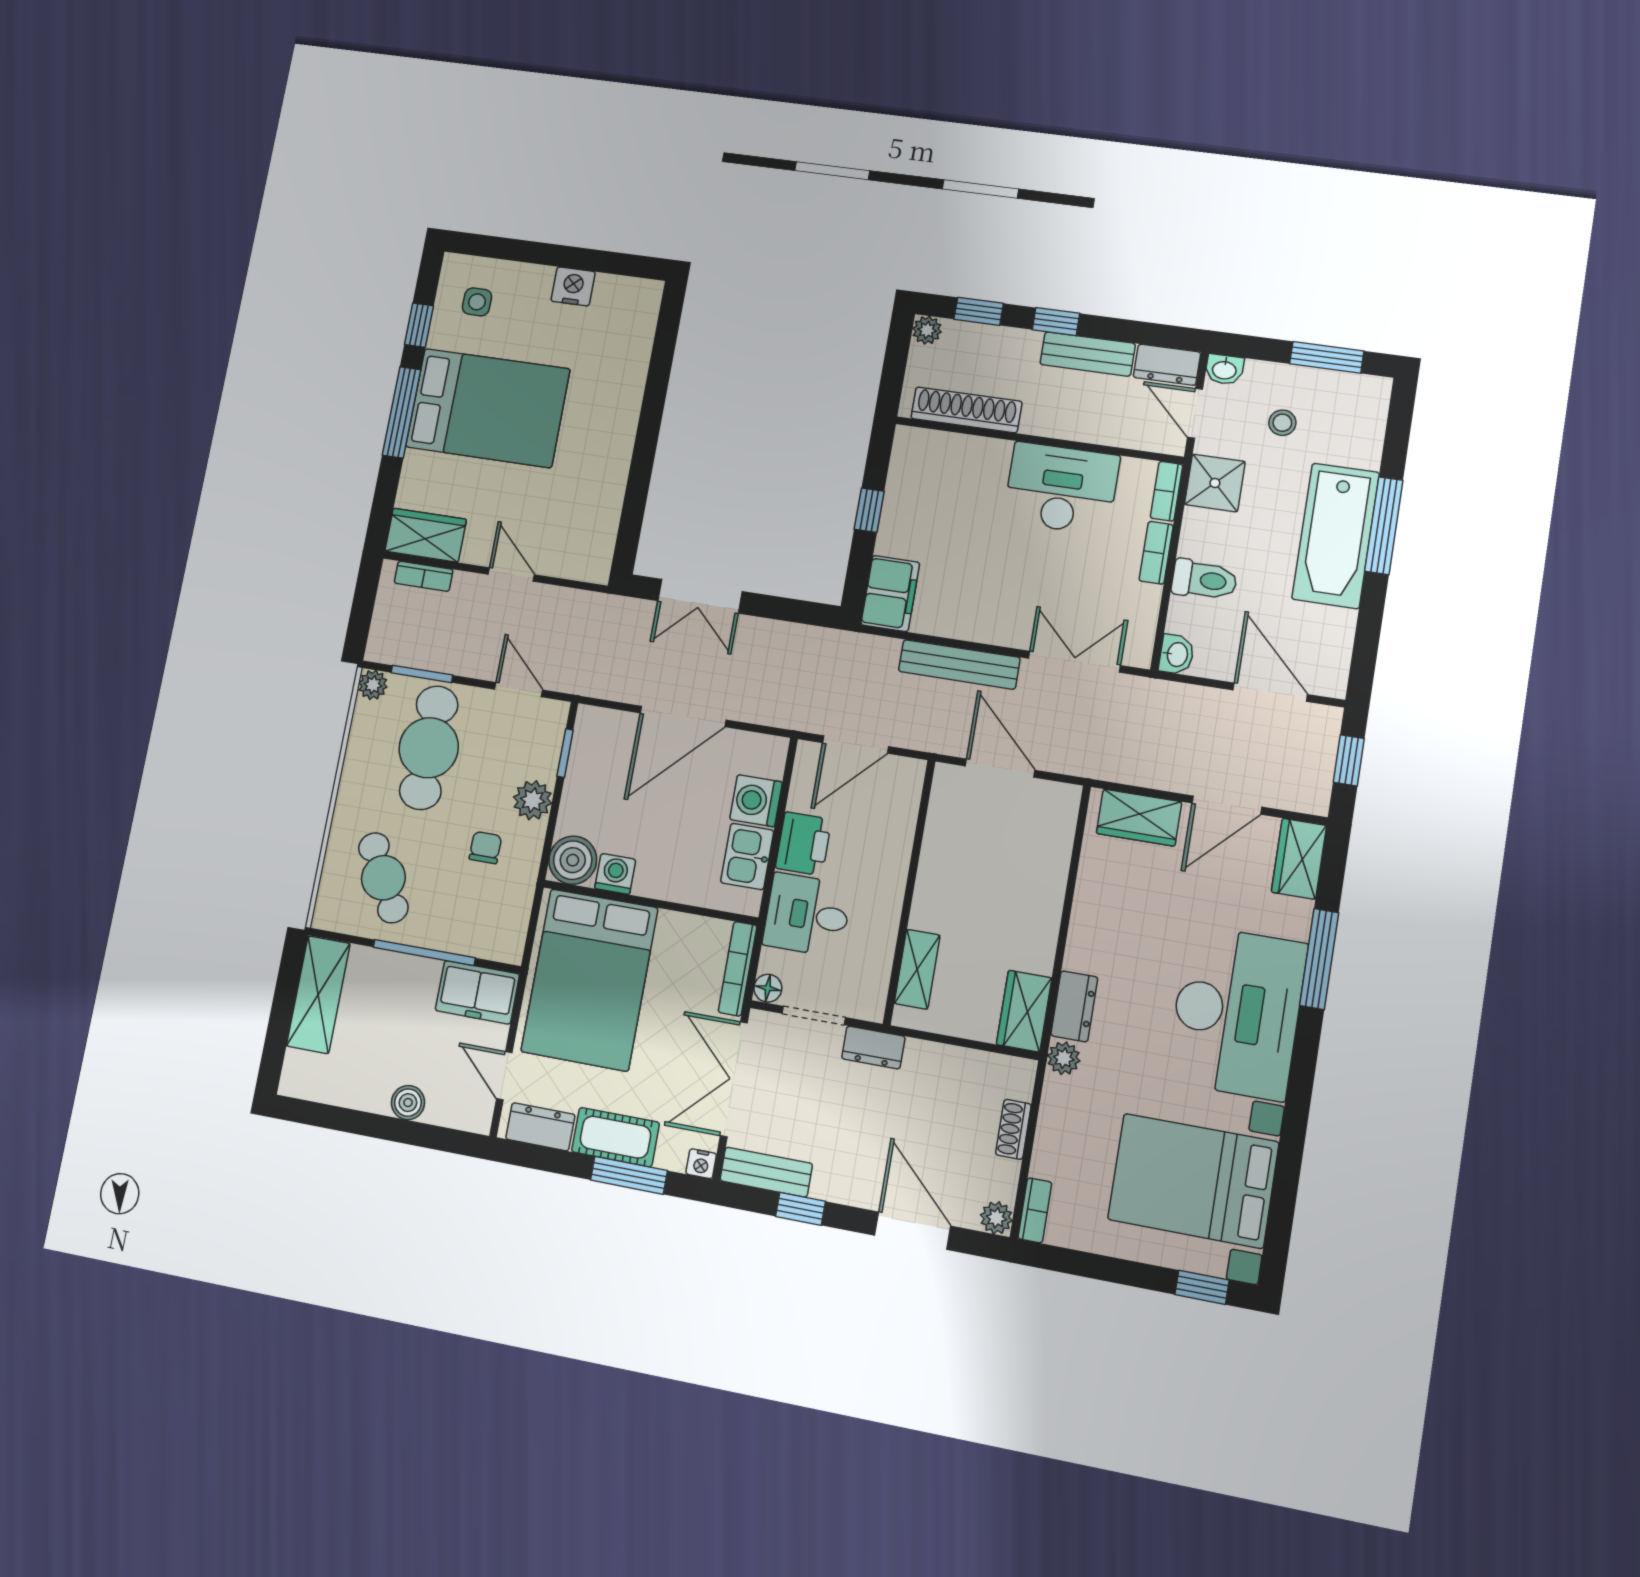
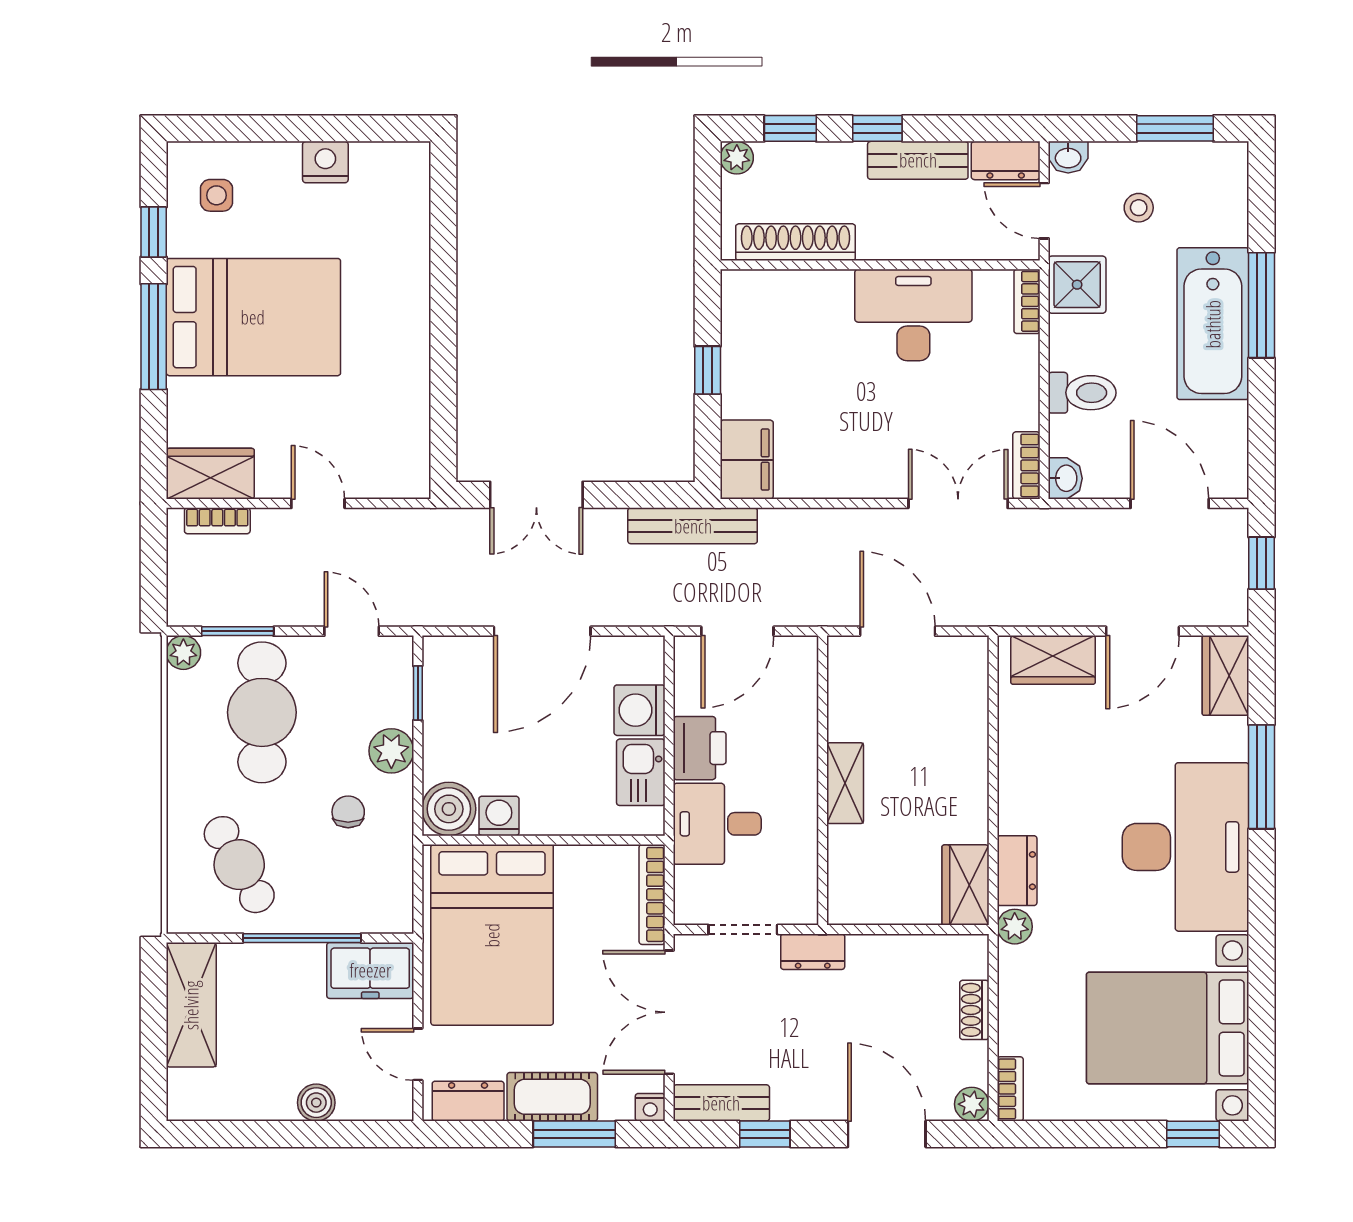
bookcase: (1156, 553) -> (1026, 465), moved
bench: (959, 664) -> (693, 526), moved
shelving: (917, 969) -> (845, 783), moved
floor lamp: (768, 988) -> (689, 909), removed

